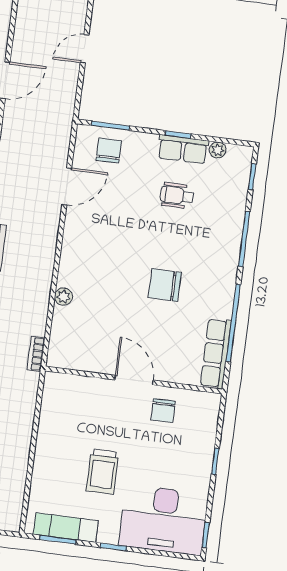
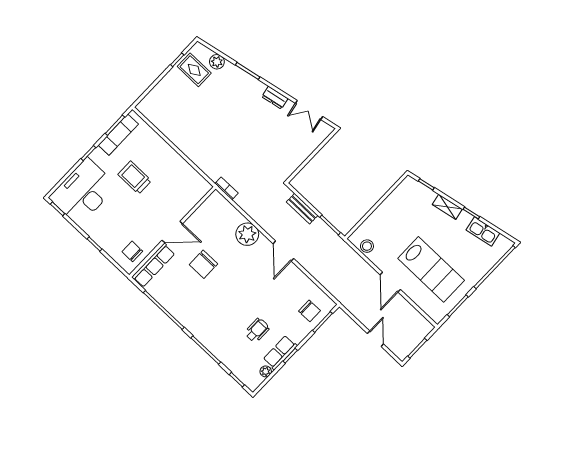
door: (67, 186) -> (283, 251), moved
chair: (165, 285) -> (203, 264), moved, turned 180
plant: (63, 297) -> (247, 234), width x1.87, depth x1.87
row of seats: (216, 353) -> (153, 265), moved, turned 90
chair: (163, 410) -> (132, 251), moved

